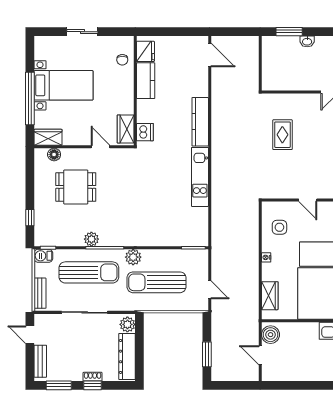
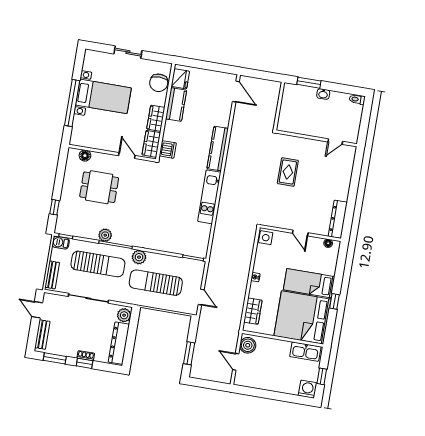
chair: (122, 60) -> (159, 83), width x1.87, depth x1.87
wardrobe: (48, 137) -> (156, 118), moved, turned -90
side table: (279, 227) -> (266, 238), moved

